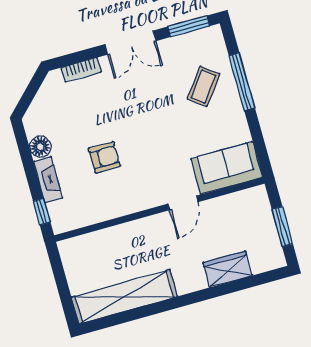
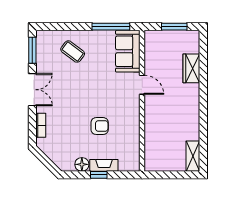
window: (242, 82) -> (111, 27), moved
armchair: (104, 157) -> (100, 126), turned 90
window: (42, 212) -> (99, 175), moved
shelving: (124, 297) -> (193, 156), width x0.45, depth x0.75

